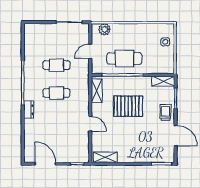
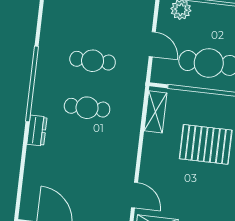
door: (90, 51) -> (152, 44), swing flipped
door: (90, 124) -> (135, 195), moved

